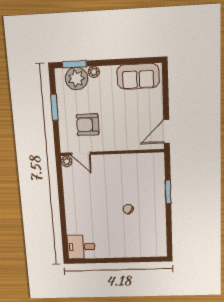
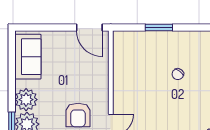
plant: (94, 72) -> (26, 100), width x1.88, depth x1.88

